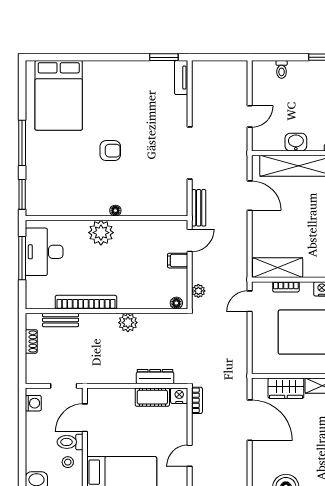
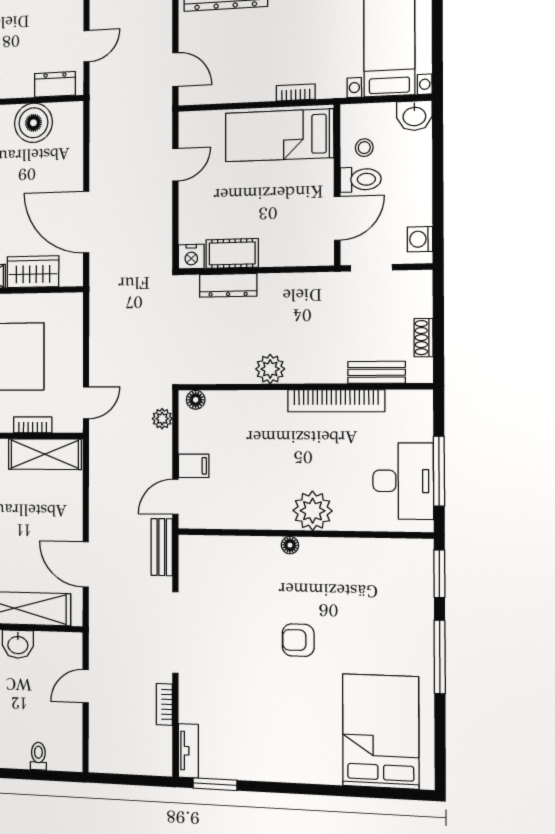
bookcase: (197, 400) -> (164, 704), moved

